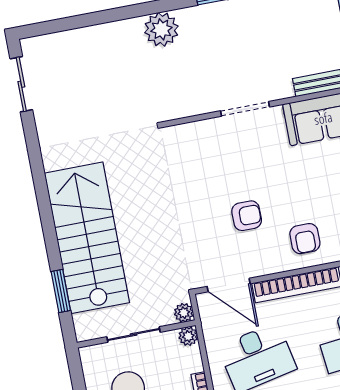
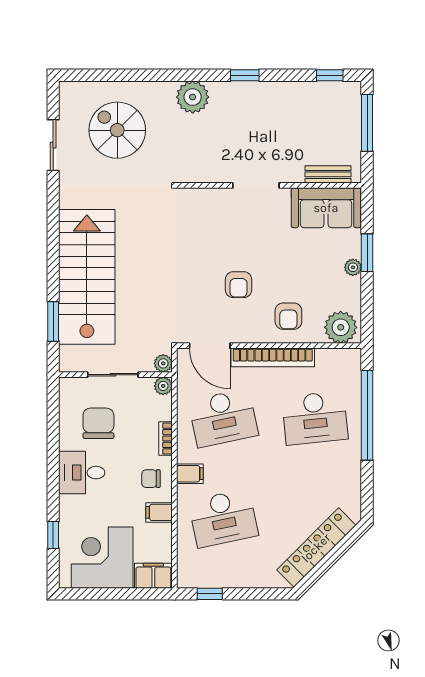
spiral stairs: (90, 79) -> (117, 130), added
sliding door: (21, 84) -> (53, 145), moved
armchair: (247, 216) -> (239, 285), turned 90

